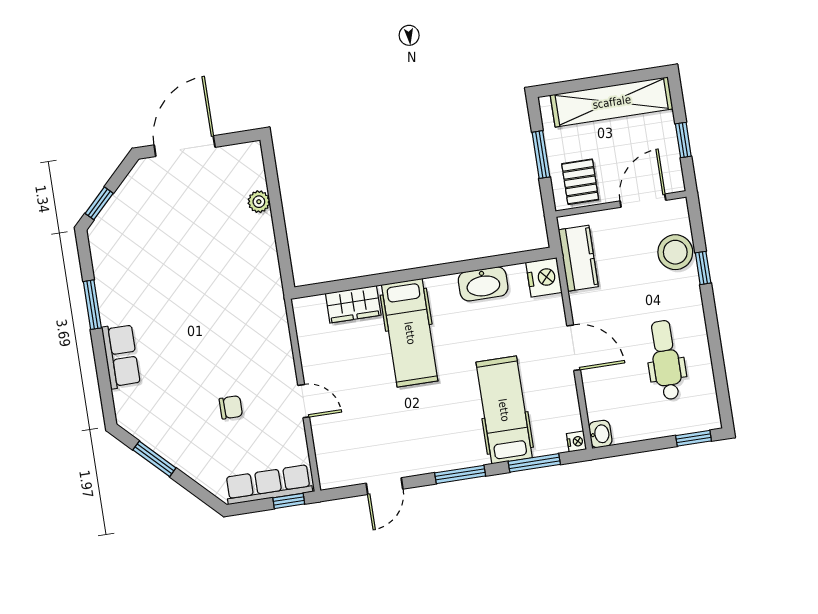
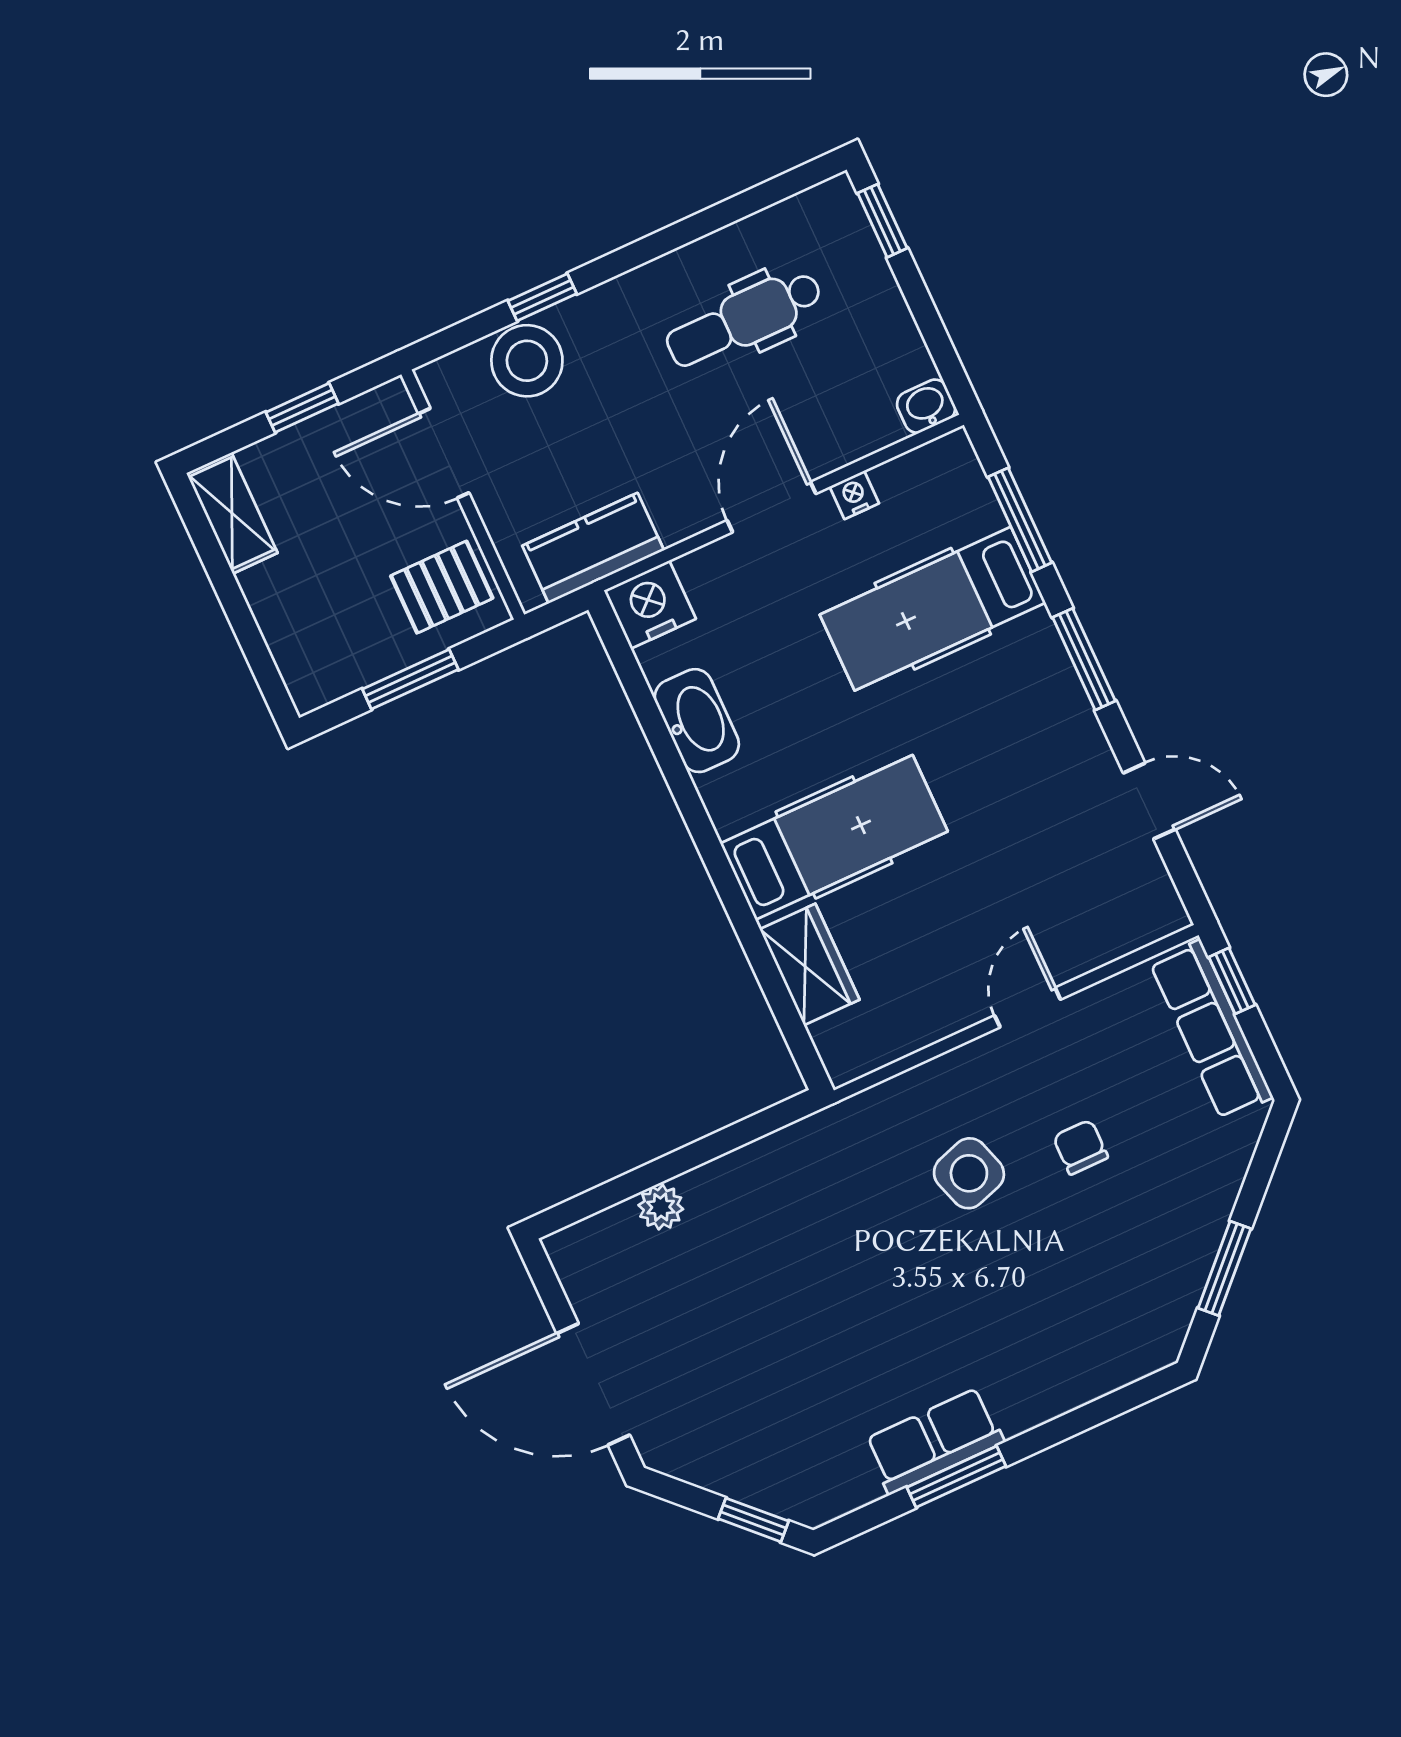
shelving: (612, 102) -> (232, 513), width x0.45, depth x0.75
side table: (233, 351) -> (969, 1173), added
row of seats: (121, 356) -> (934, 1441), moved
nightstand: (576, 441) -> (854, 495), moved

